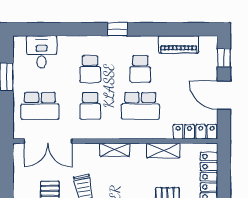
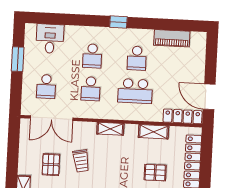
window: (224, 58) -> (212, 52), removed
door: (224, 95) -> (209, 97), moved
school desk: (40, 106) -> (46, 87), width x0.54

